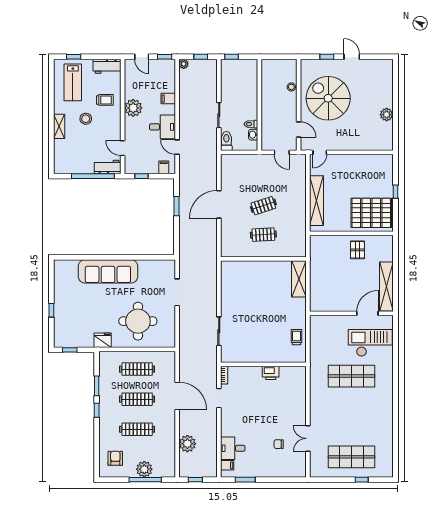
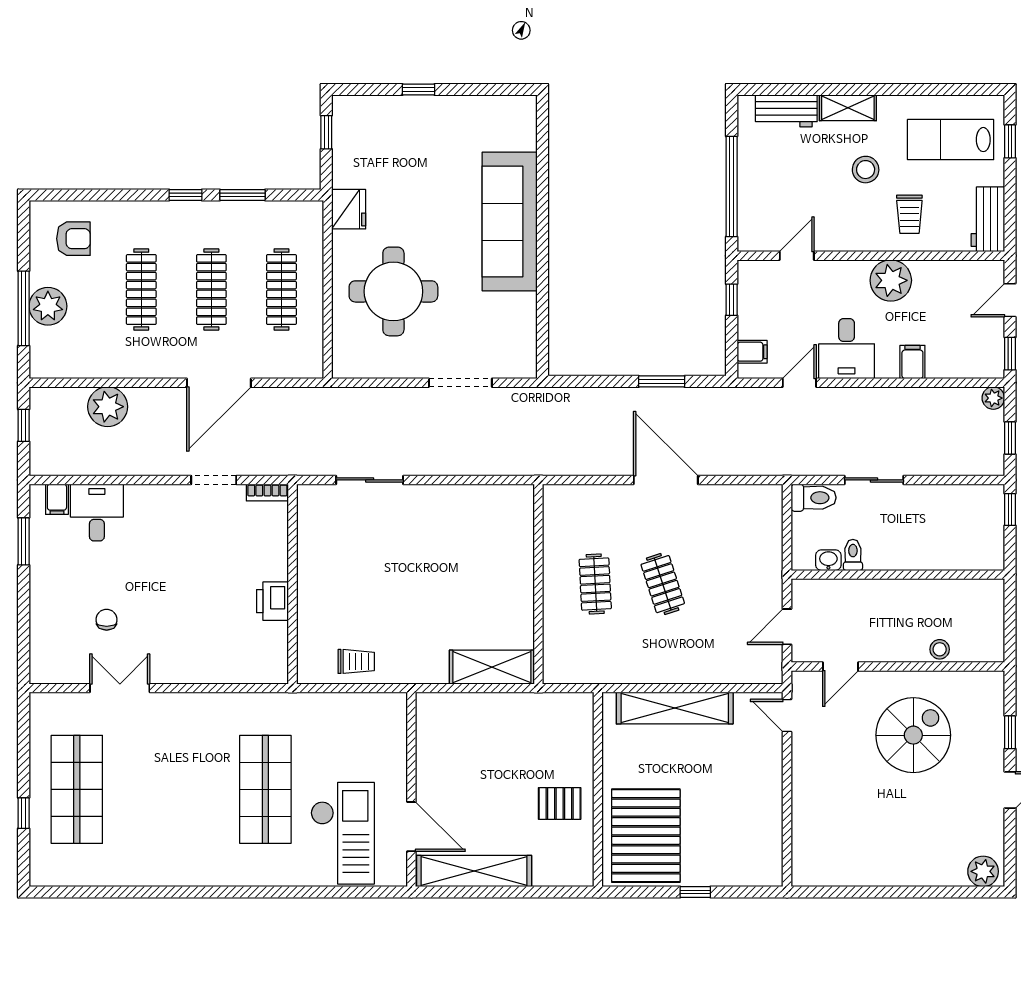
spiral stairs: (328, 98) -> (913, 735), width x0.73, depth x0.73
plant: (387, 115) -> (983, 871), moved
workbench: (108, 167) -> (786, 111), moved, turned 90

